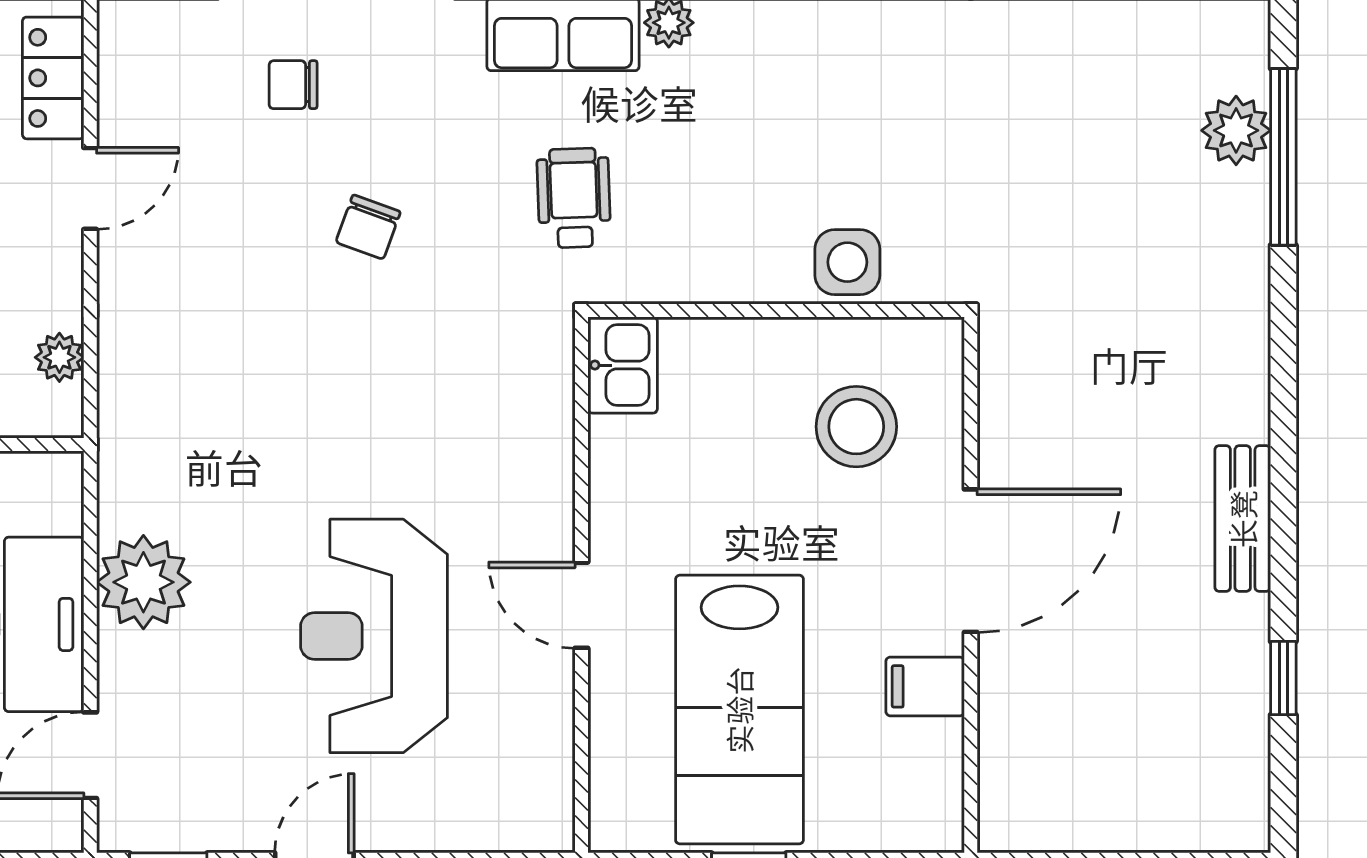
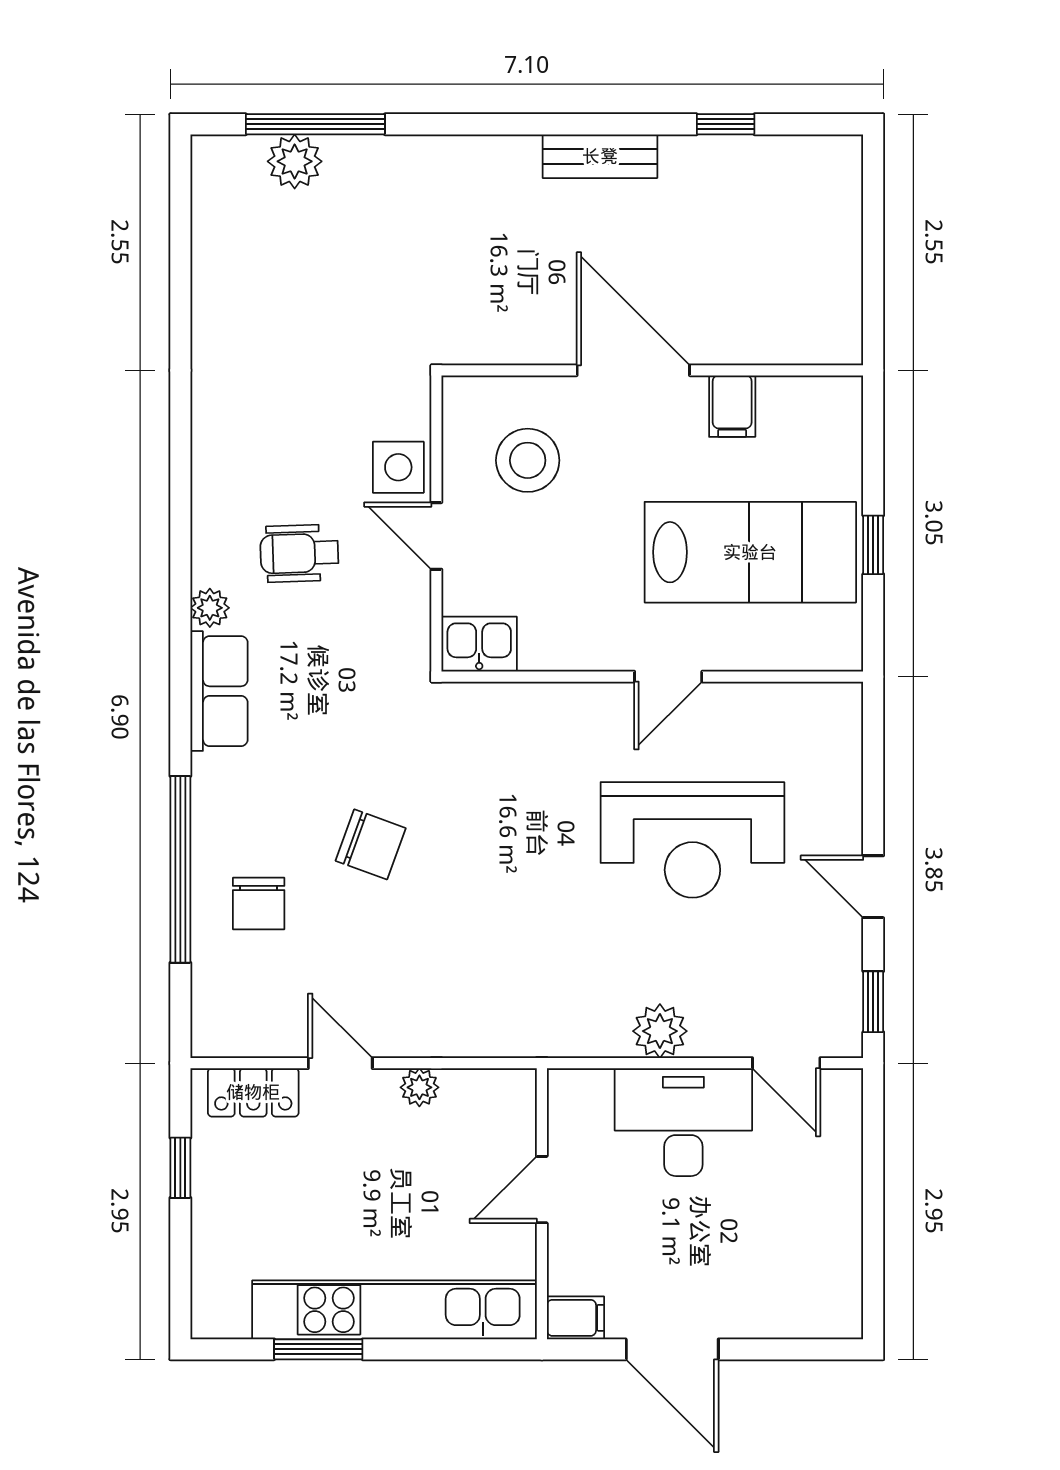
chair: (293, 85) -> (259, 903), width x1.37, depth x1.37
wheelchair: (574, 198) -> (299, 553), moved
chair: (368, 227) -> (371, 844), width x1.37, depth x1.37
door: (760, 311) -> (436, 536), added
plant: (59, 357) -> (419, 1087), moved
plant: (143, 582) -> (660, 1031), width x0.73, depth x0.73

